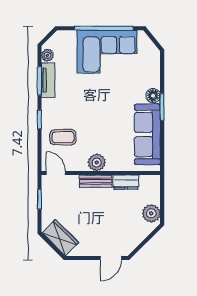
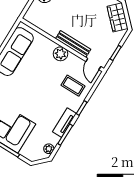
tv unit: (48, 80) -> (64, 123), moved
bench: (96, 181) -> (73, 44), width x1.36
dresser: (126, 182) -> (49, 28), removed

